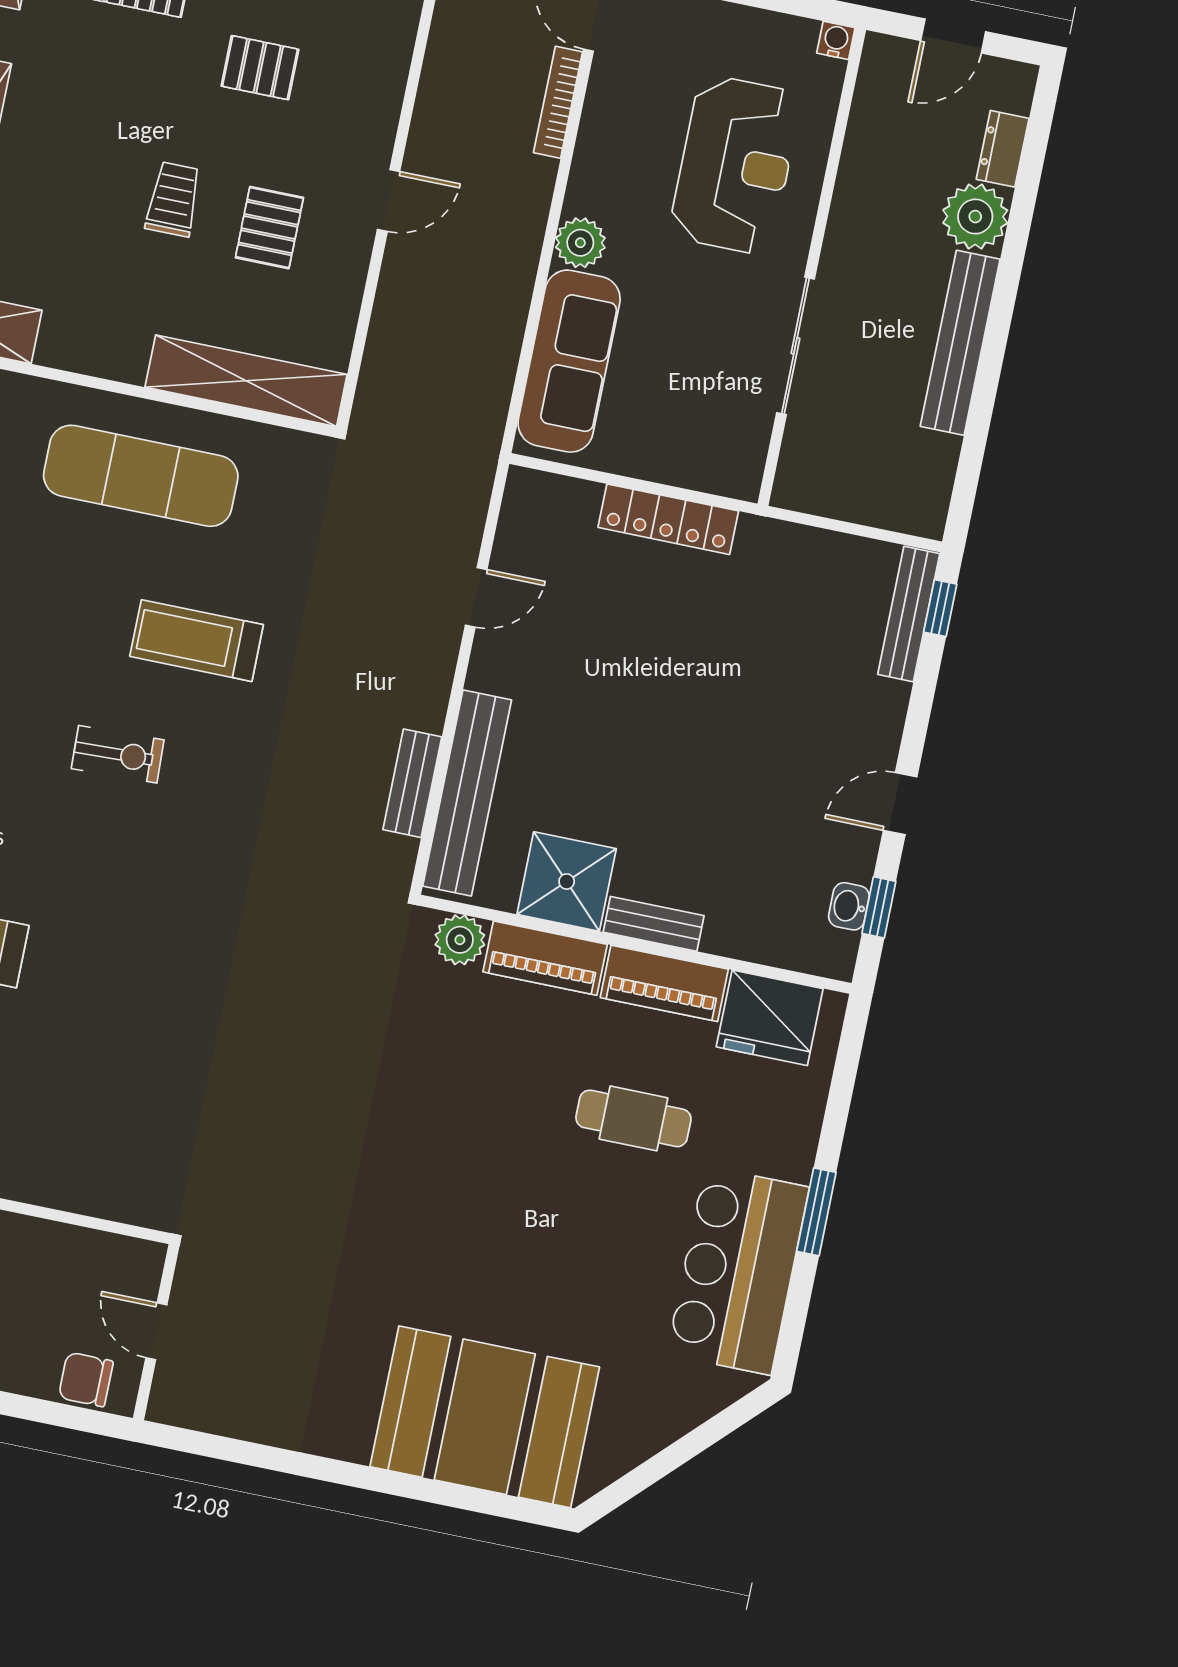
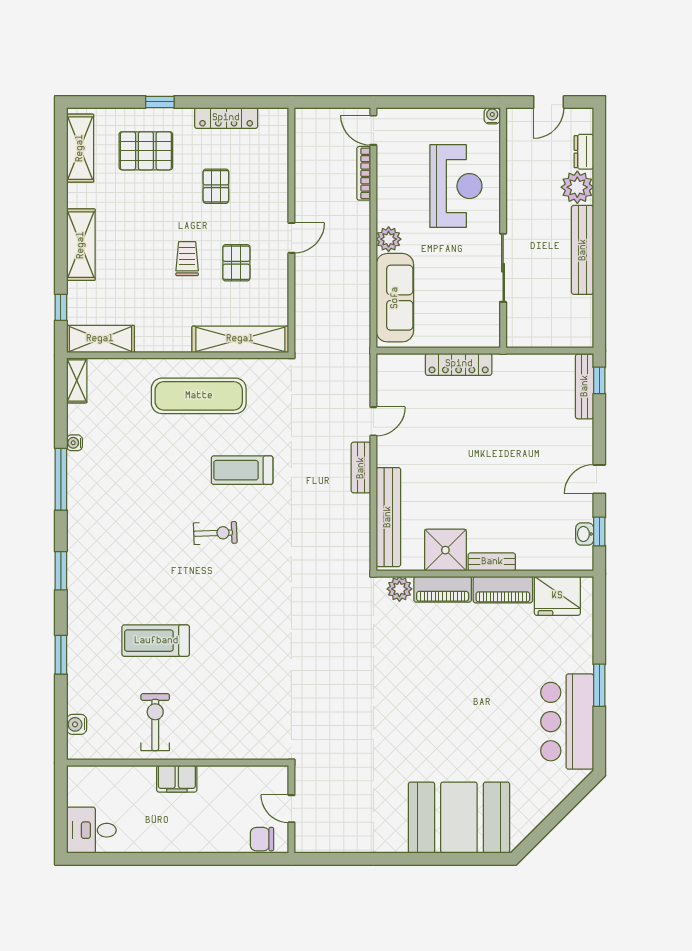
pallet: (260, 68) -> (216, 186), turned 90
bench: (412, 783) -> (361, 468), moved
cafe table: (633, 1118) -> (501, 658), removed

